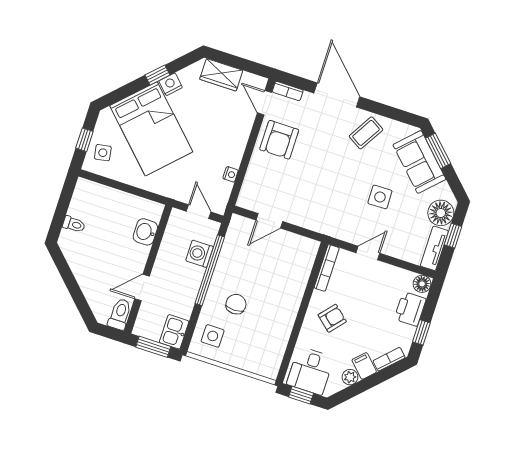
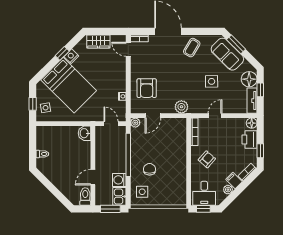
armchair: (279, 140) -> (147, 88), moved
plant: (319, 222) -> (181, 107), added
plant: (238, 223) -> (135, 123), added
washbasin: (145, 232) -> (84, 133), moved
washing machine: (199, 254) -> (119, 180), moved

